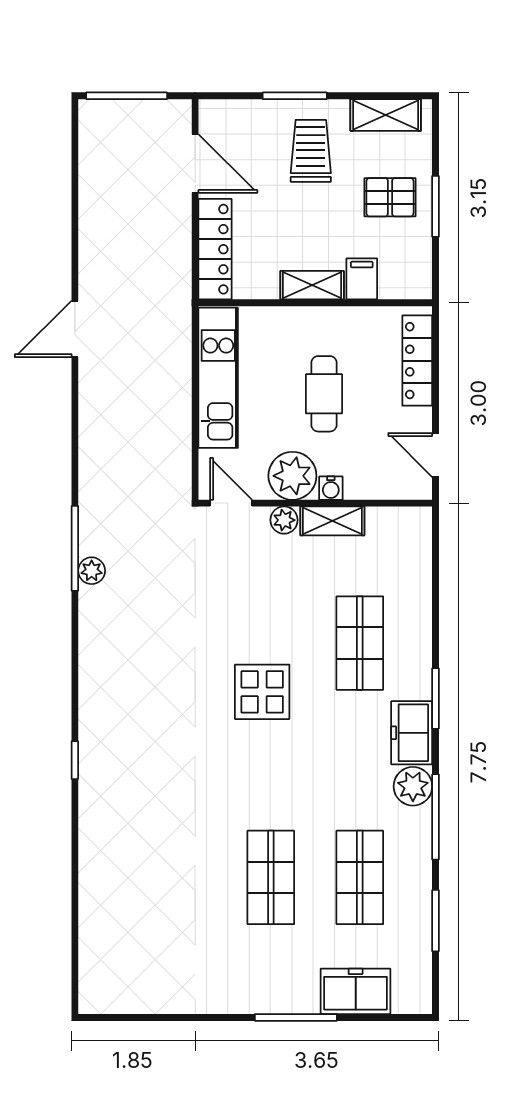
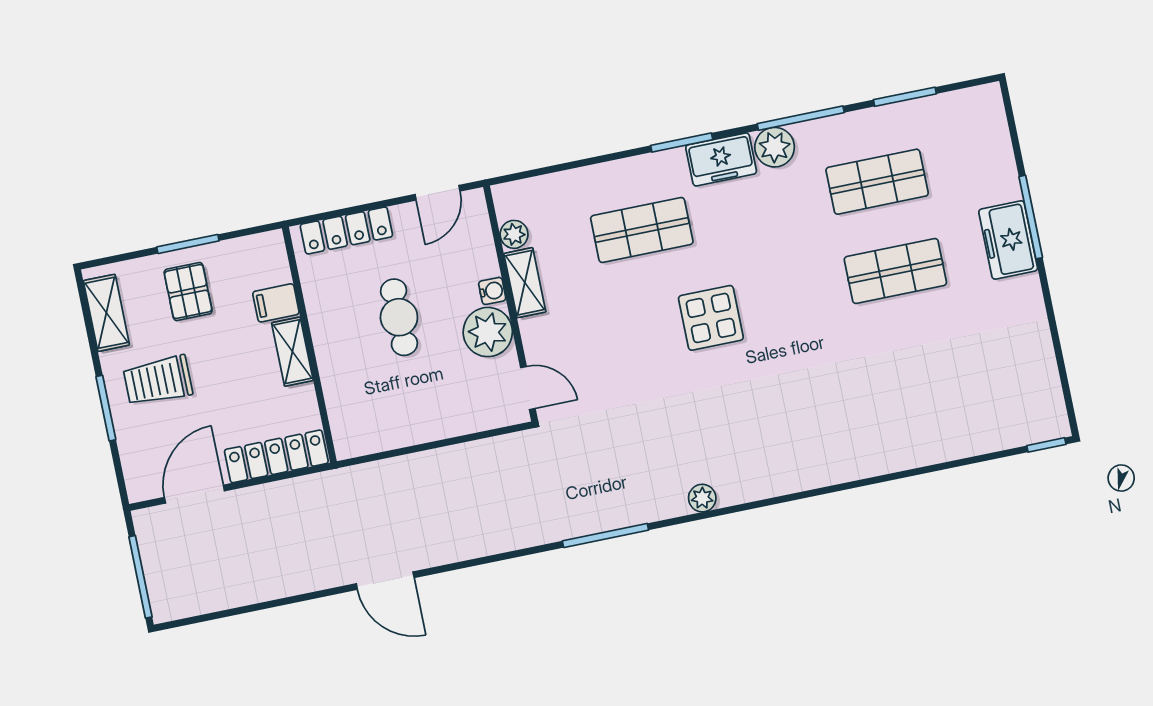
kitchen unit: (218, 378) -> (405, 427), removed
cafe table: (324, 394) -> (399, 317), turned 90
door: (231, 503) -> (528, 388), swing flipped
plant: (284, 520) -> (514, 234), moved
plant: (92, 571) -> (702, 498), moved
window: (75, 760) -> (1046, 445), moved
freezer: (356, 991) -> (1008, 240), moved

